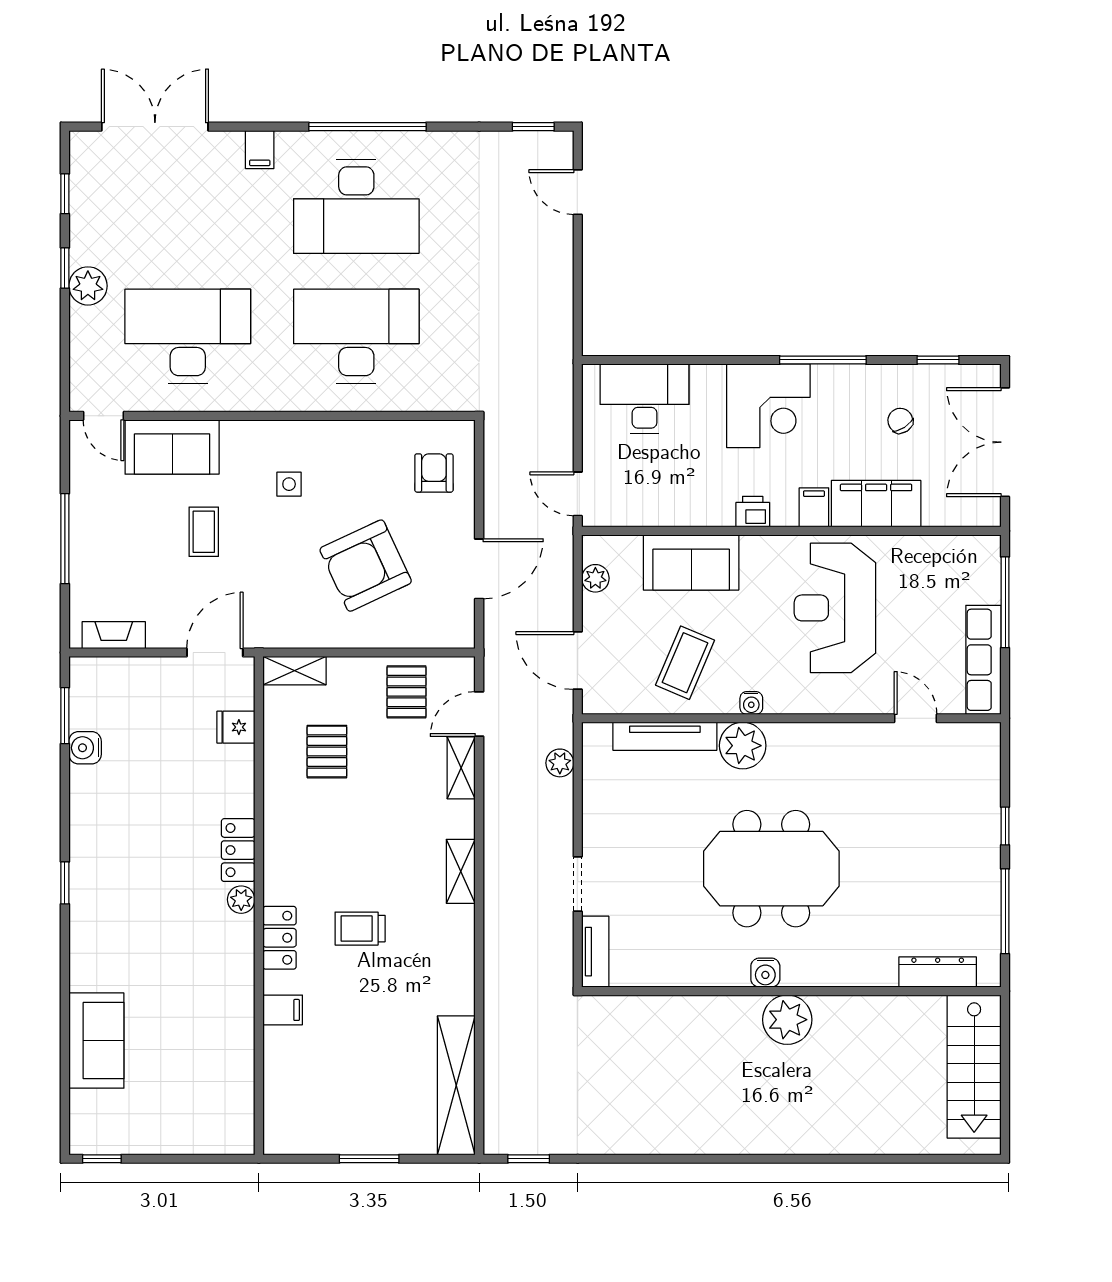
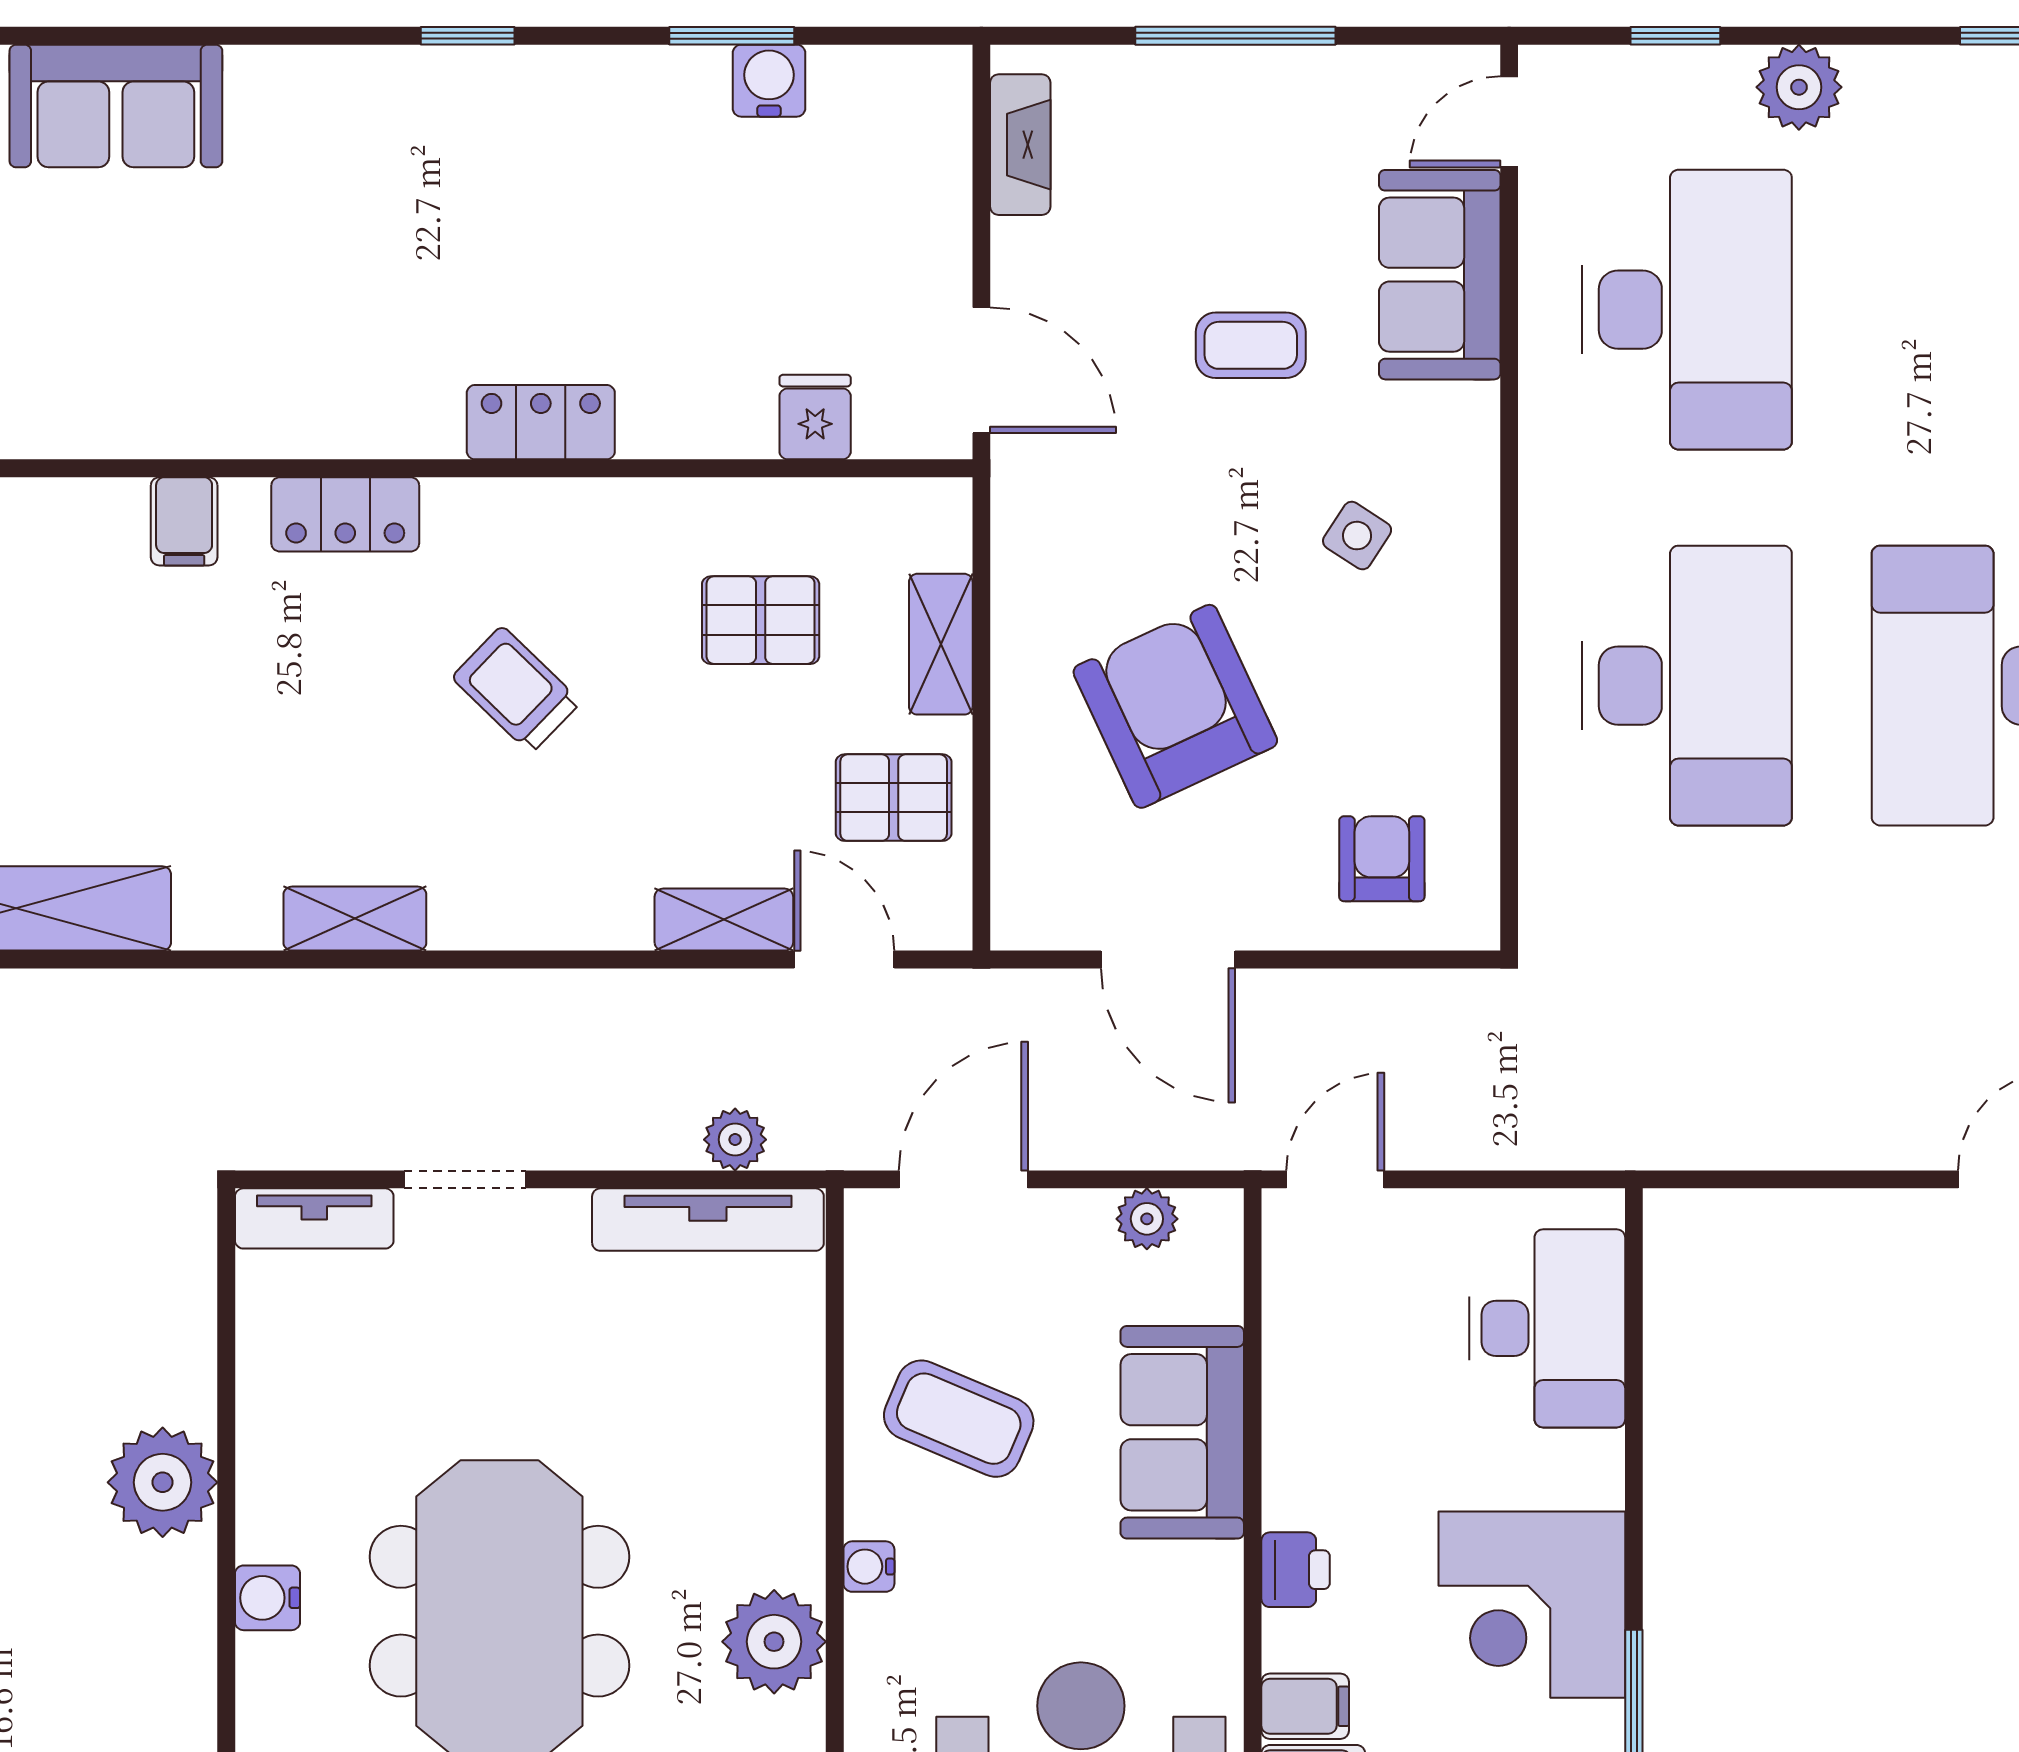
window: (65, 268) -> (1675, 36), moved
armchair: (434, 473) -> (1382, 859), turned -90
side table: (289, 484) -> (1357, 536), turned 33
shelving: (294, 671) -> (941, 644), moved
window: (65, 716) -> (732, 36), moved
tv unit: (665, 736) -> (708, 1220), moved, turned -90
plant: (743, 746) -> (774, 1642), moved
shelving: (461, 871) -> (355, 919), moved
plant: (241, 900) -> (430, 429), removed
trolley: (360, 929) -> (516, 690), moved, turned -46
plant: (787, 1020) -> (163, 1482), moved

